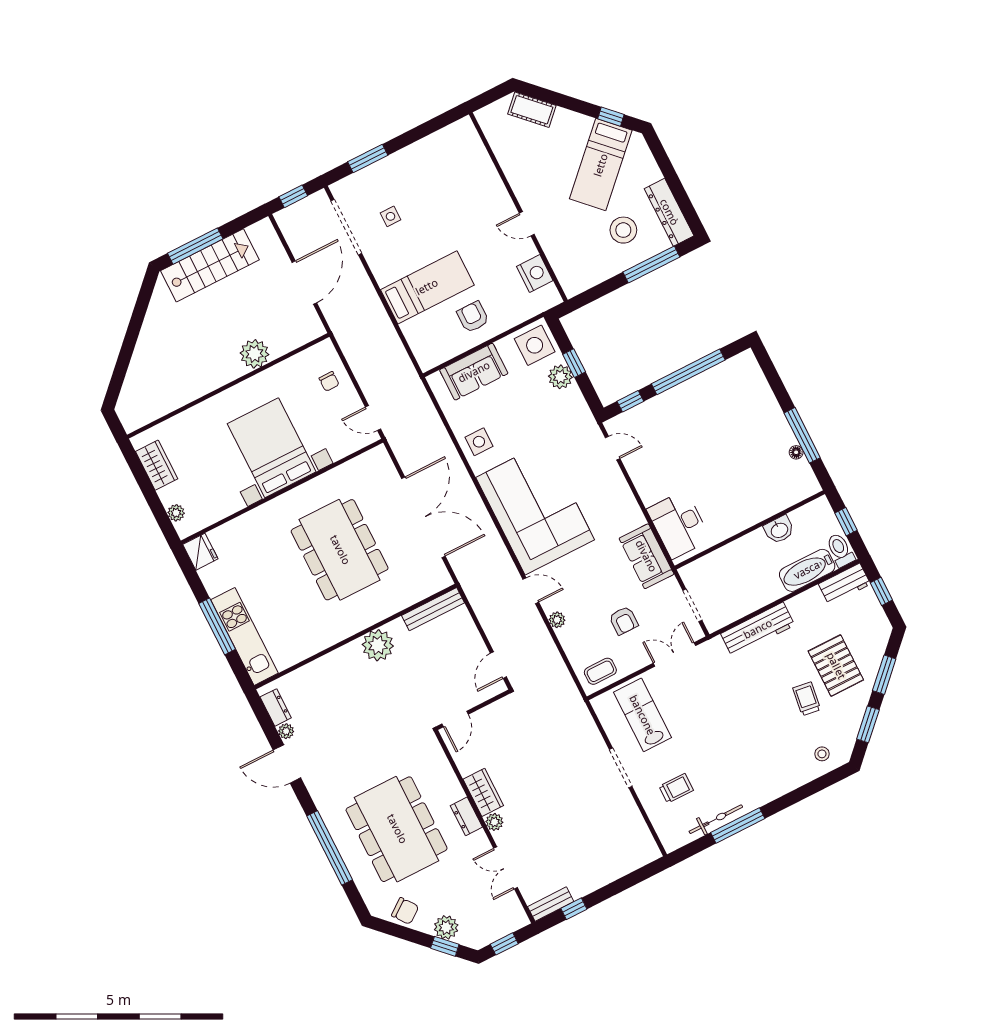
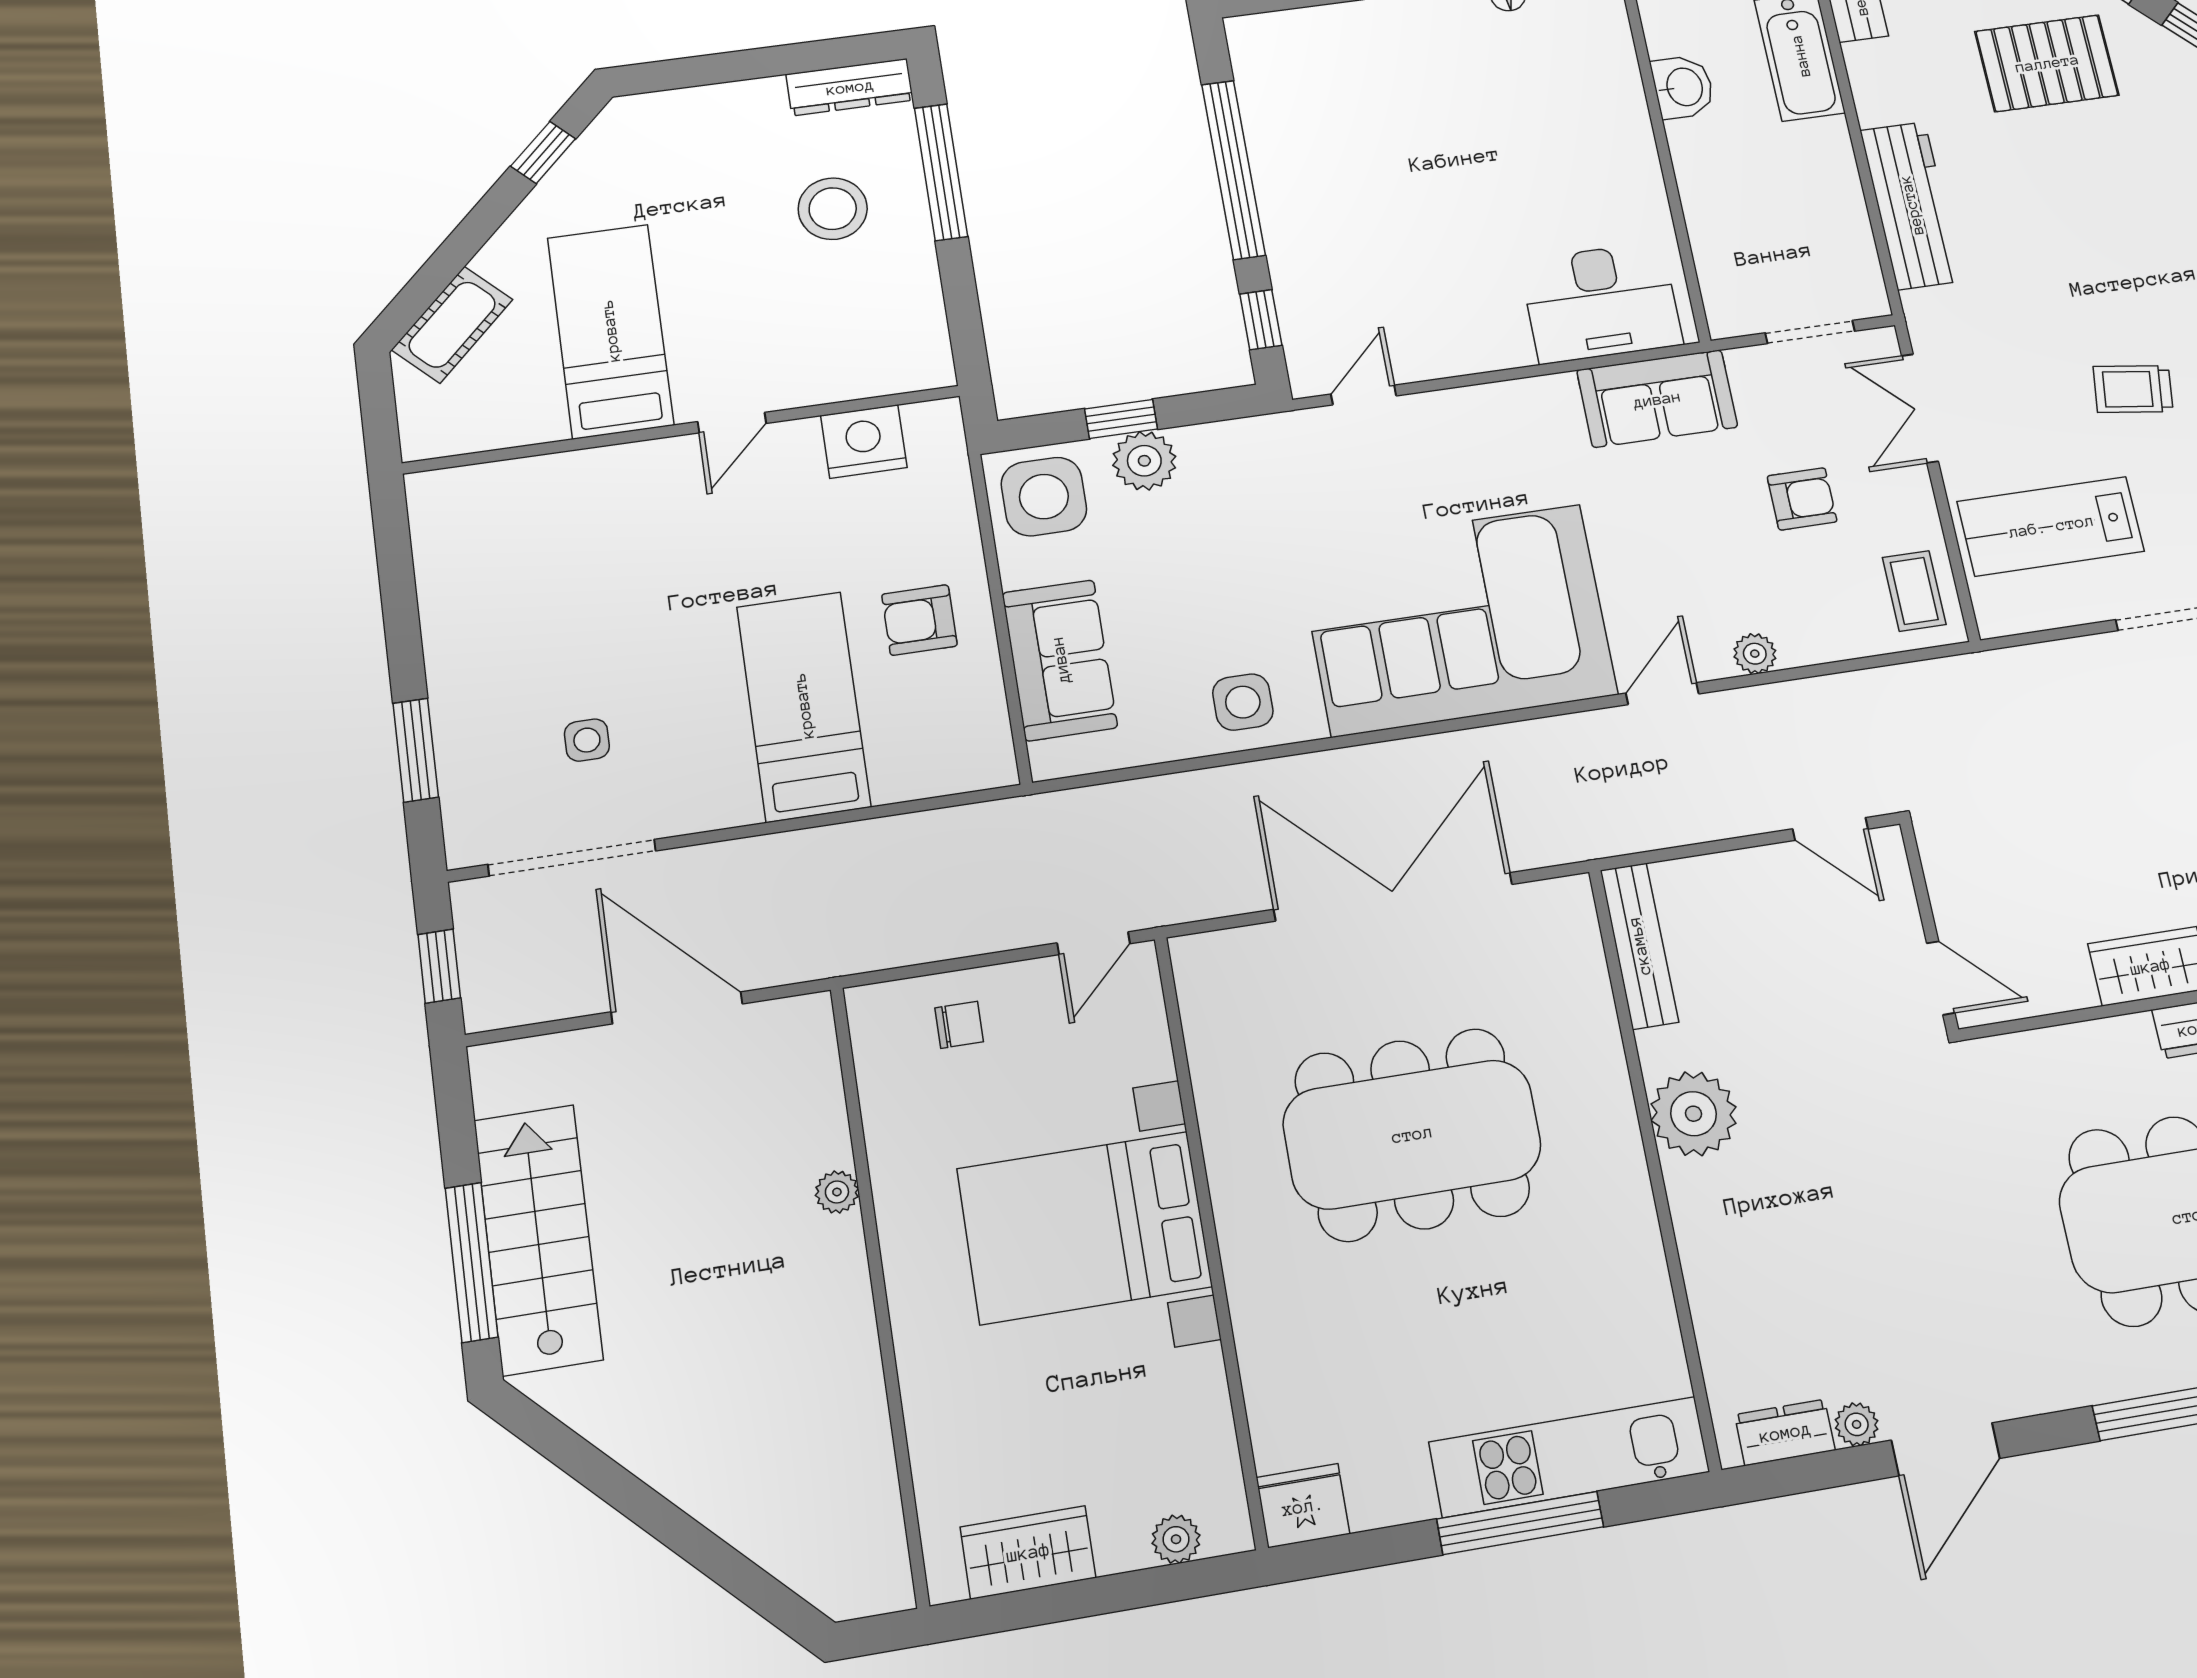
bed: (601, 165) -> (610, 331), moved, turned -135
dresser: (669, 212) -> (850, 87), width x0.73, depth x0.80
plant: (254, 354) -> (837, 1192), width x0.53, depth x0.53
trolley: (807, 699) -> (2133, 389), moved

